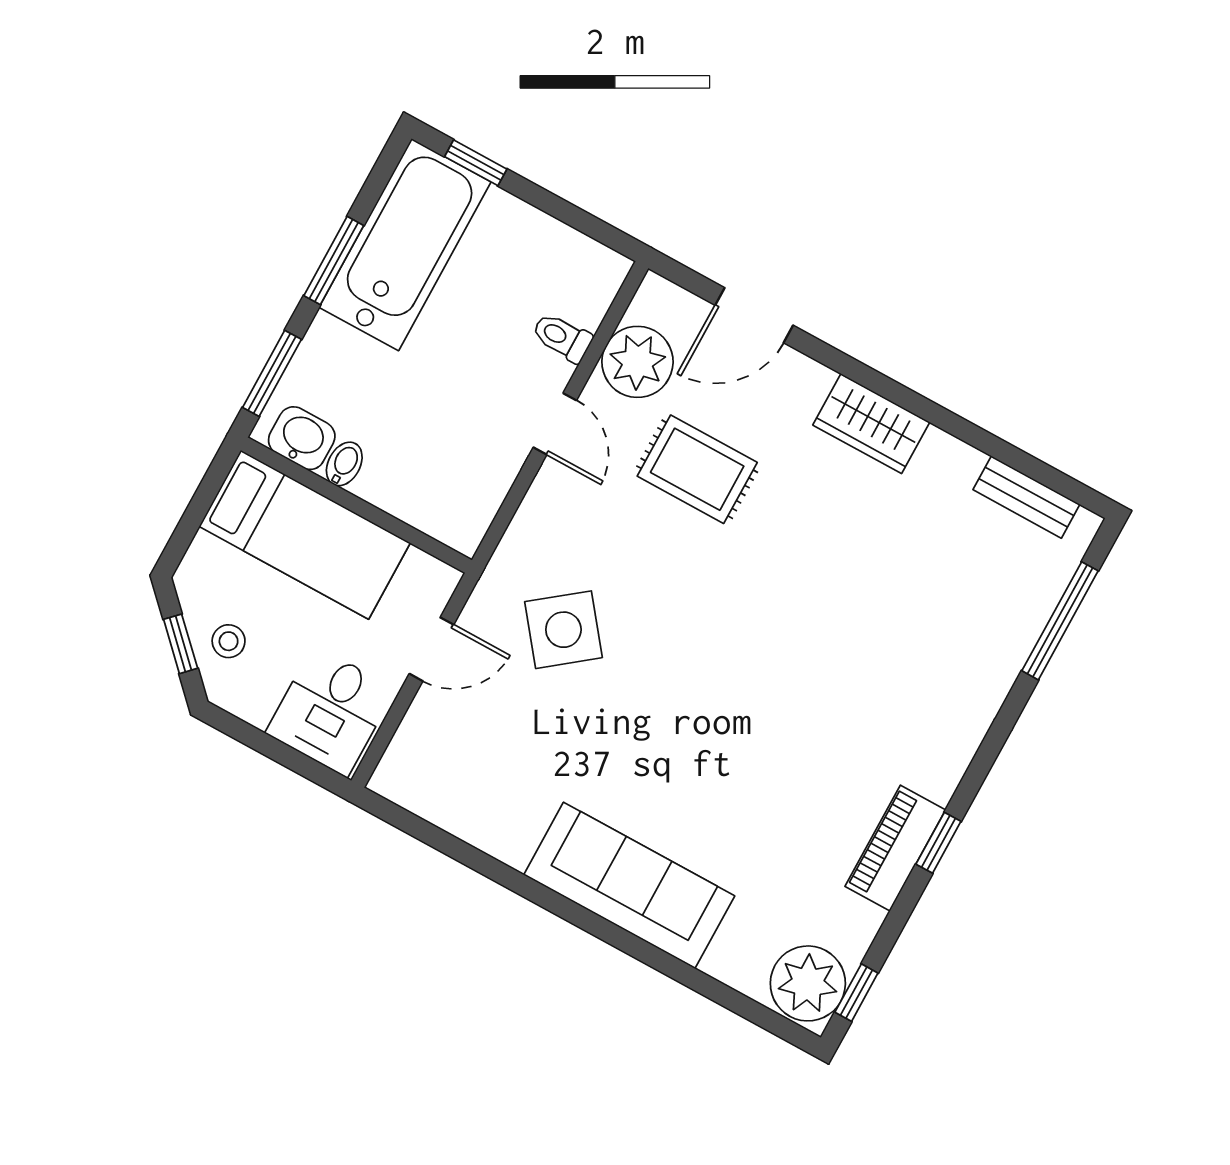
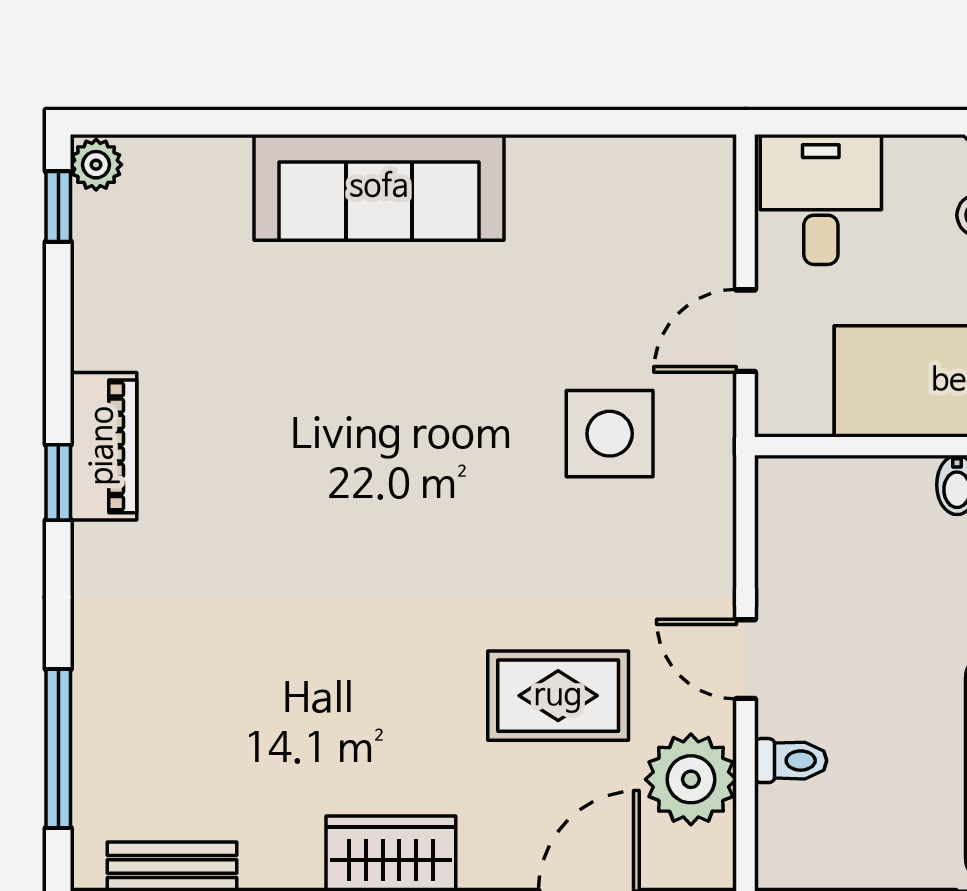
side table: (563, 630) -> (610, 434), turned 38
window: (938, 843) -> (58, 482), moved
piano: (895, 848) -> (103, 446), moved
plant: (808, 983) -> (96, 165), width x0.53, depth x0.53

